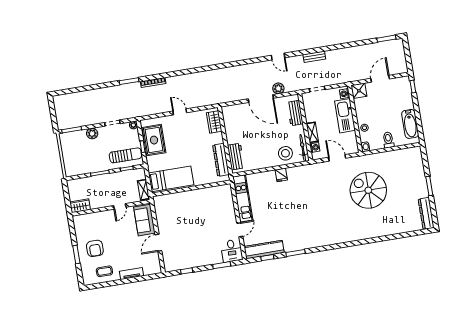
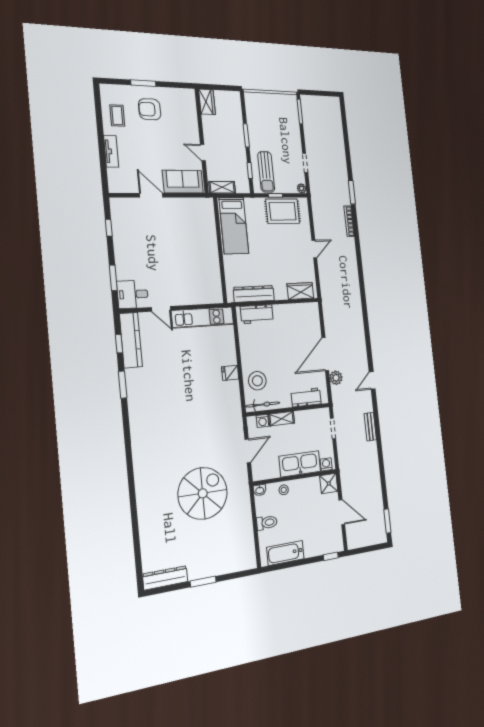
plant: (92, 133) -> (294, 136), removed

